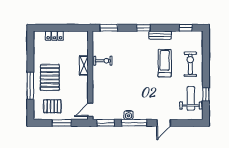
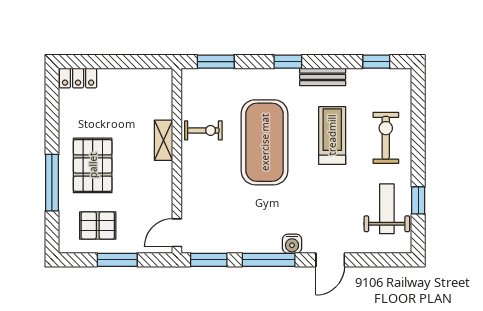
locker: (54, 36) -> (78, 78), moved
exercise mat: (132, 66) -> (265, 142), added
water cooler: (128, 115) -> (292, 244), moved

